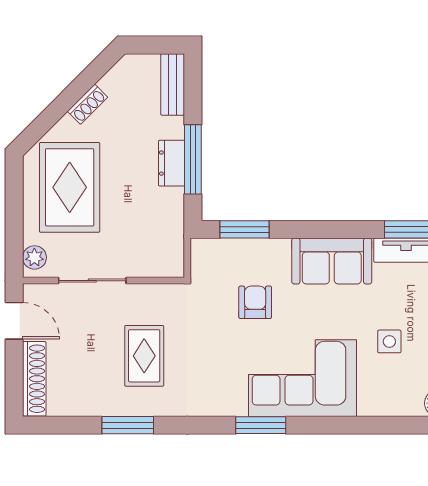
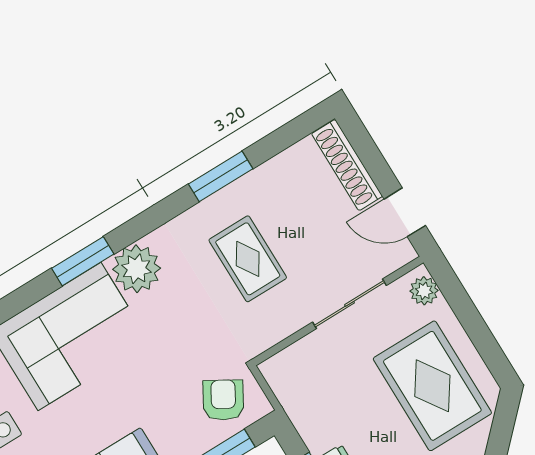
armchair: (255, 302) -> (223, 400), moved, turned -150
plant: (226, 397) -> (137, 269), added

